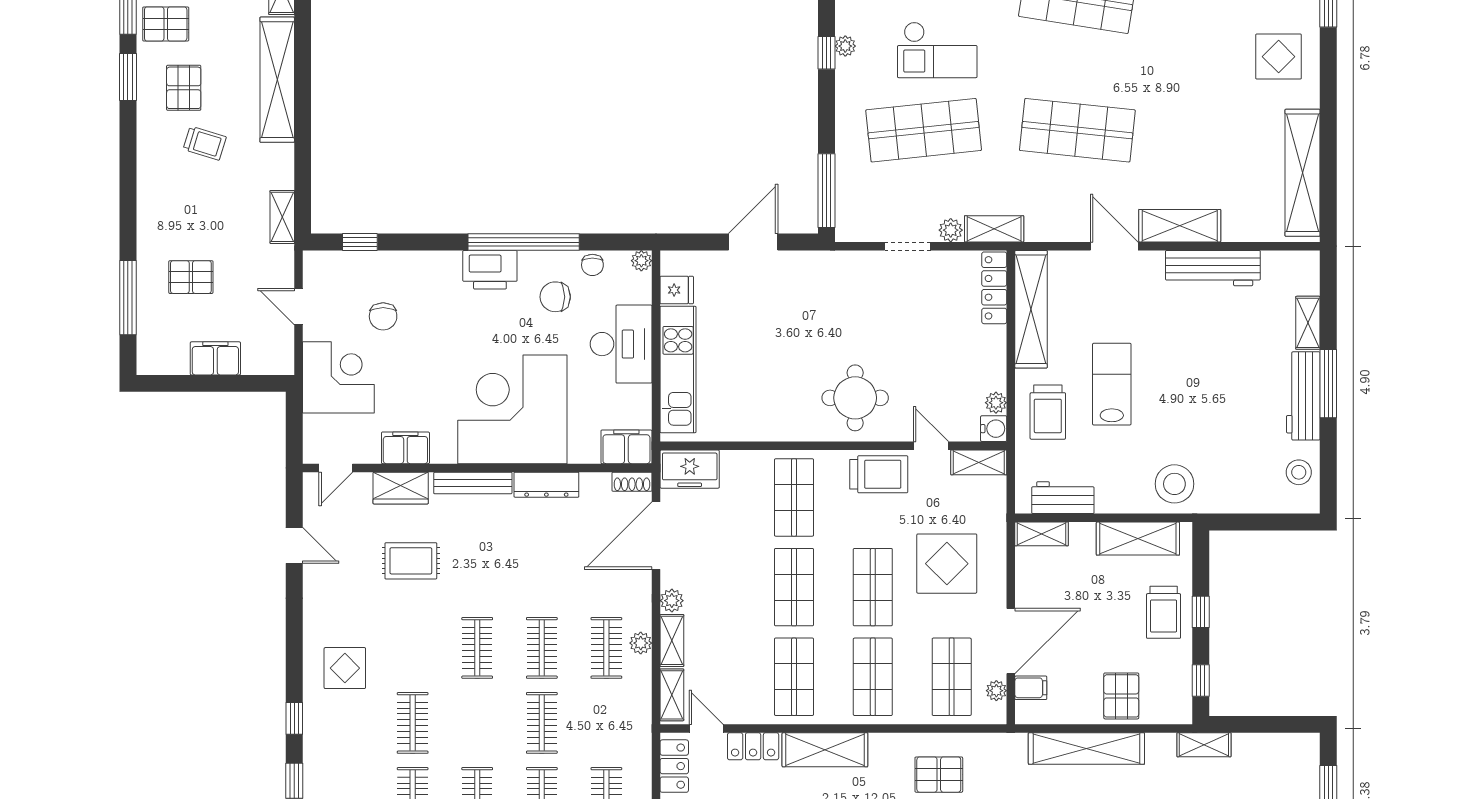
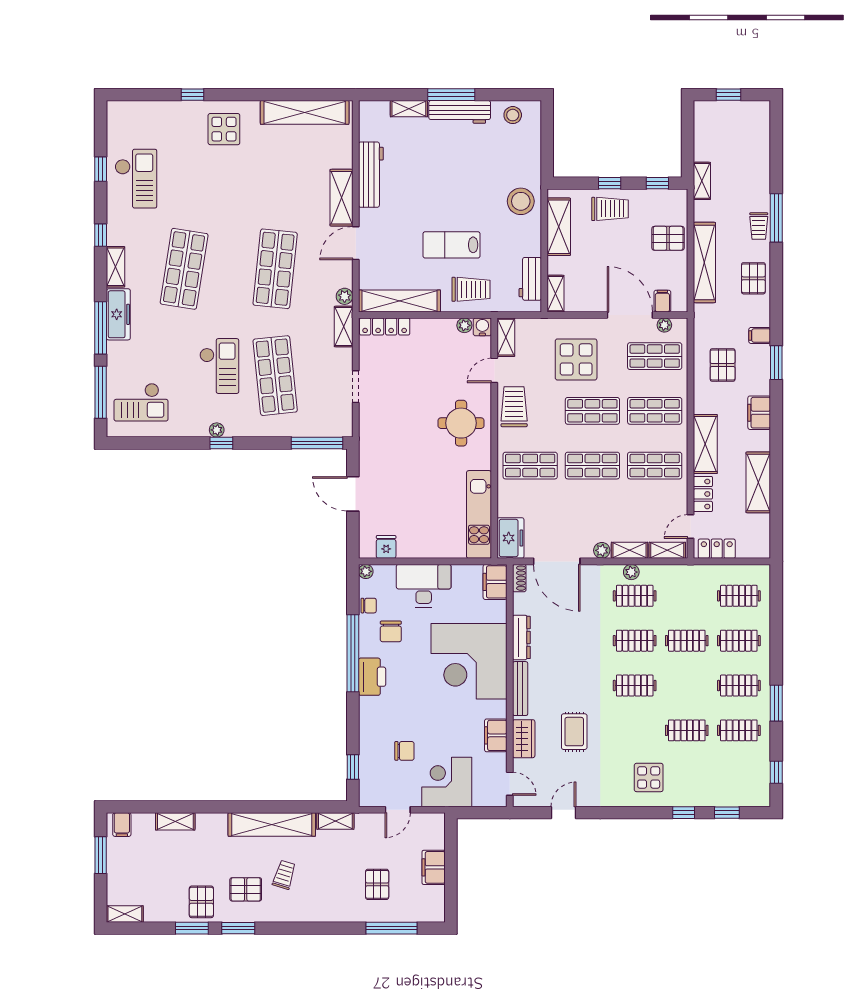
shelving: (277, 80) -> (272, 824), moved
plant: (951, 230) -> (345, 296), moved
kitchen unit: (678, 370) -> (479, 514), moved, turned -90

